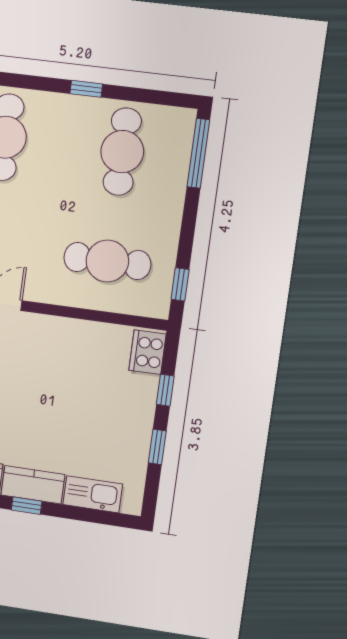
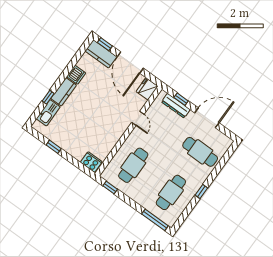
cafe table: (122, 152) -> (171, 192), turned 90
window: (165, 390) -> (73, 161), removed
window: (27, 506) -> (48, 97), moved

